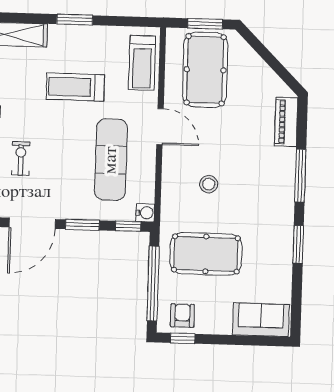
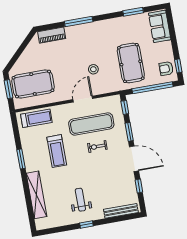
door: (160, 127) -> (83, 99), moved
exercise bike: (21, 158) -> (97, 146), moved
water cooler: (145, 213) -> (116, 100), removed
window: (298, 244) -> (133, 12), moved

